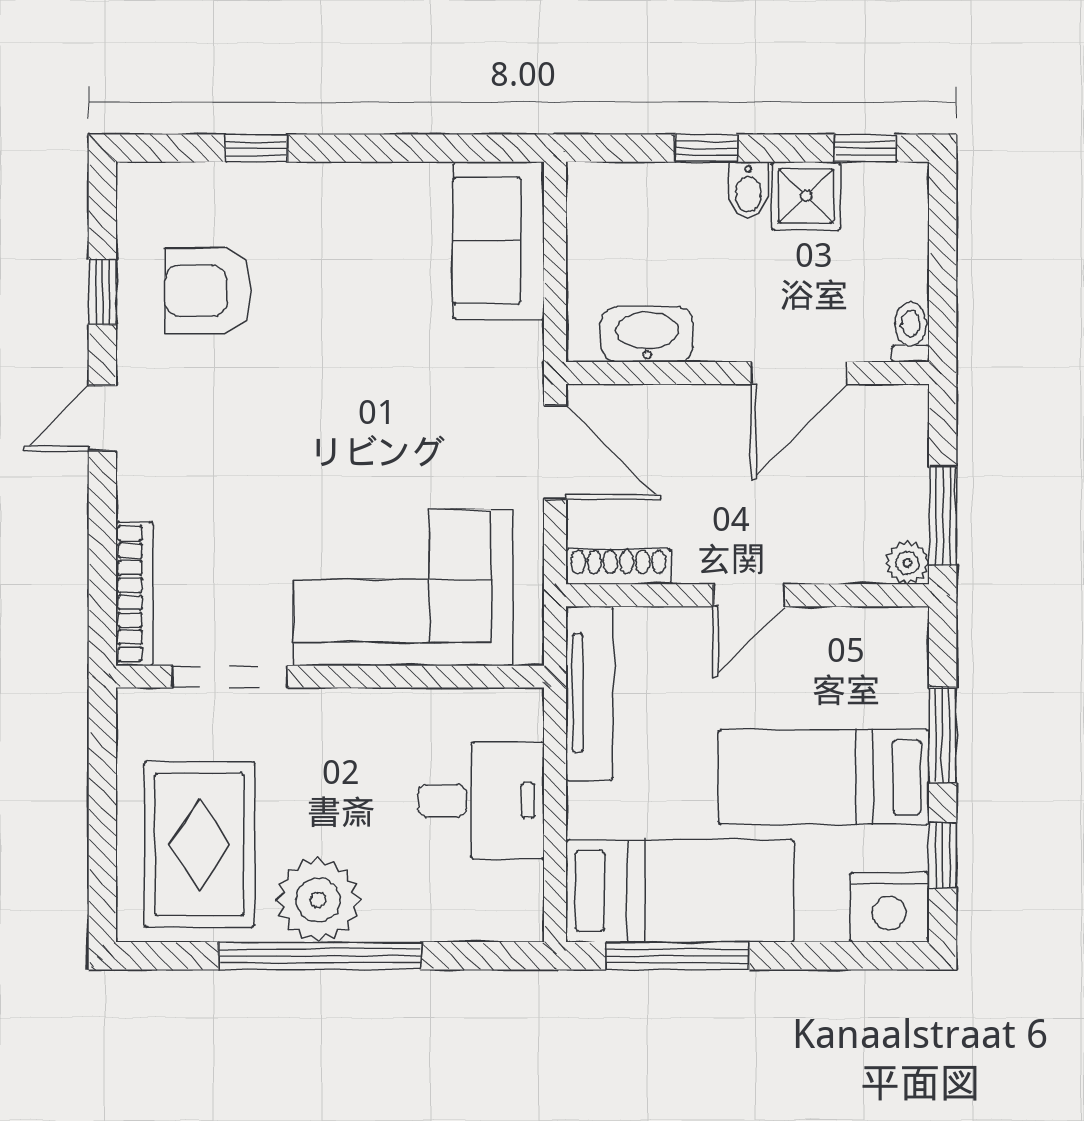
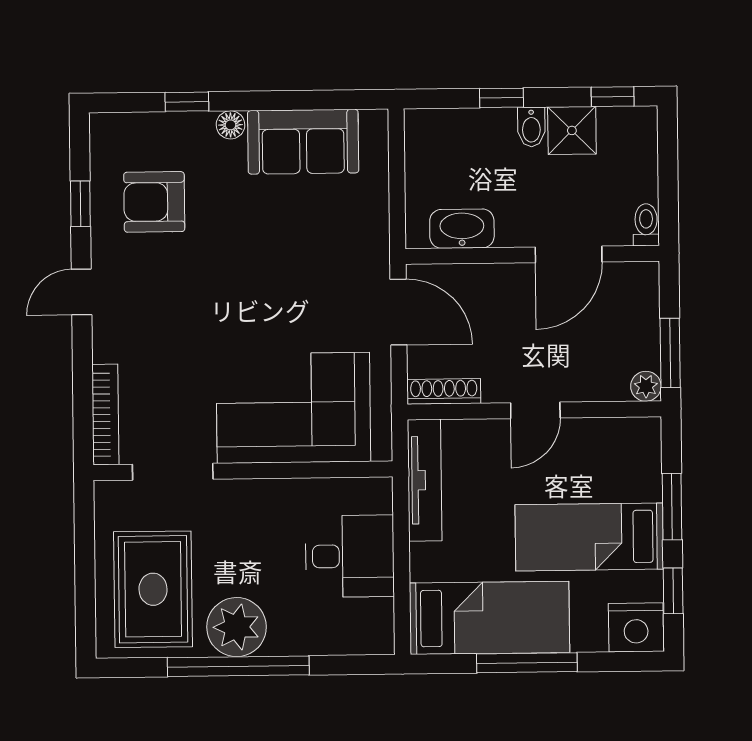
floor lamp: (318, 182) -> (230, 125), added
sofa: (499, 241) -> (303, 142), moved, turned -90
window: (678, 956) -> (527, 663), moved

